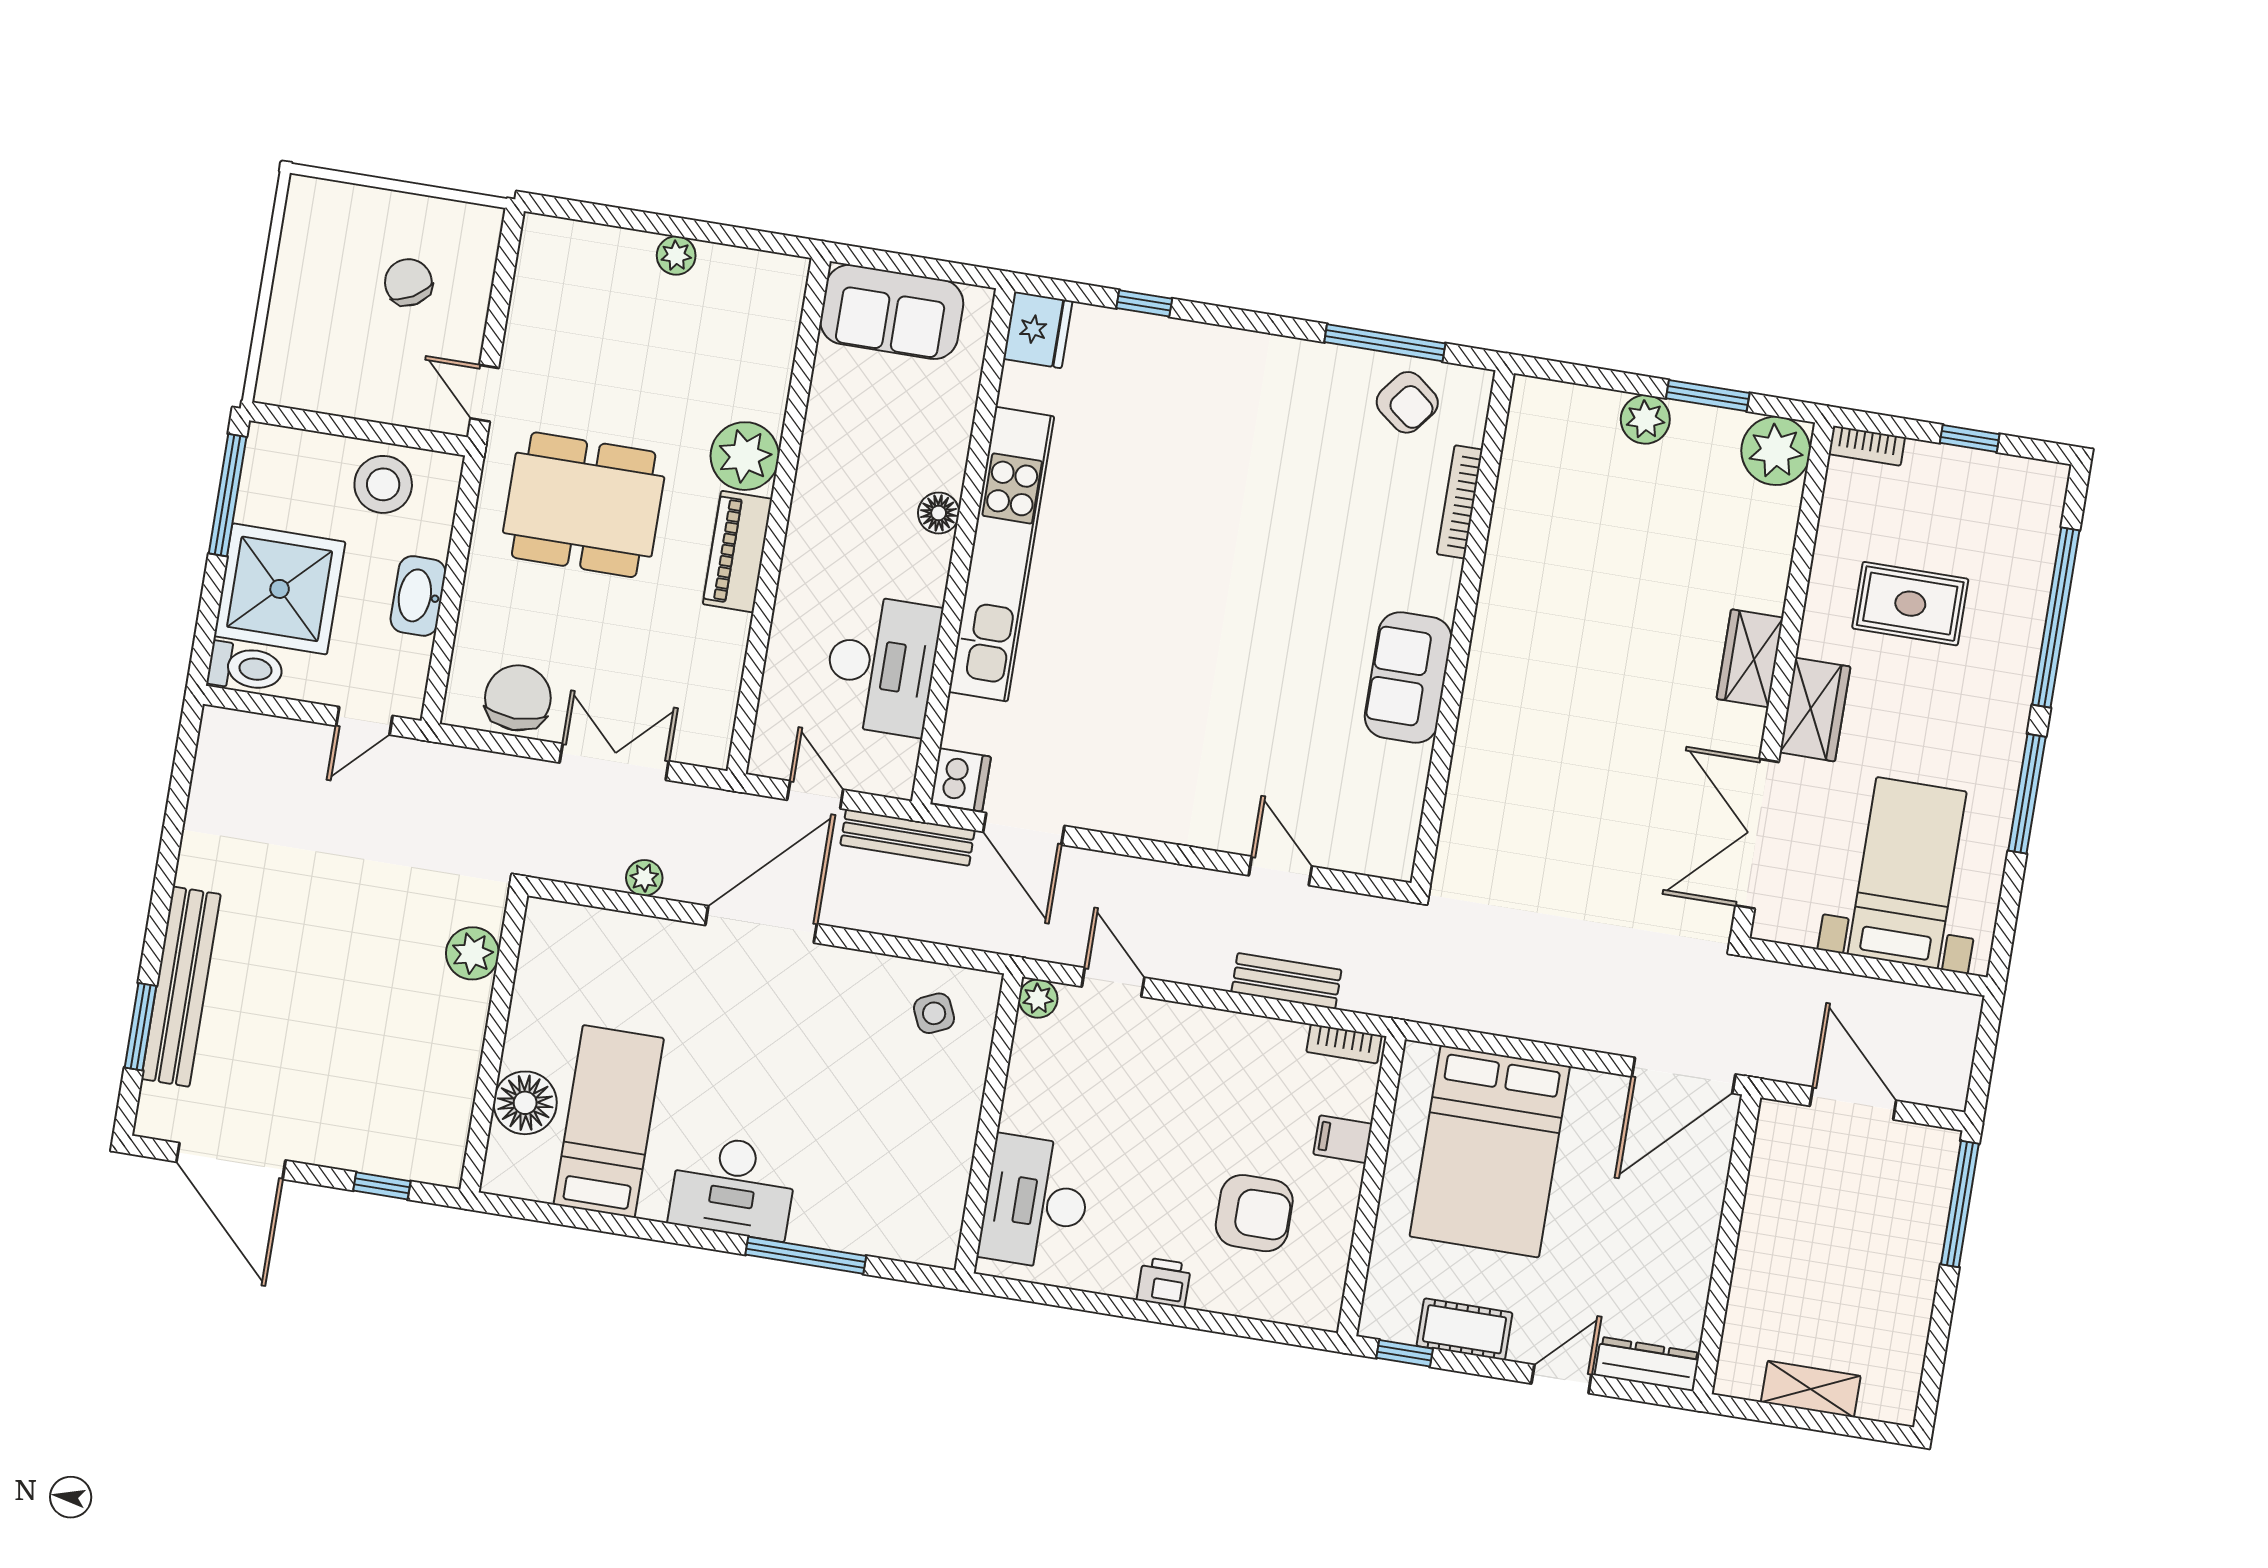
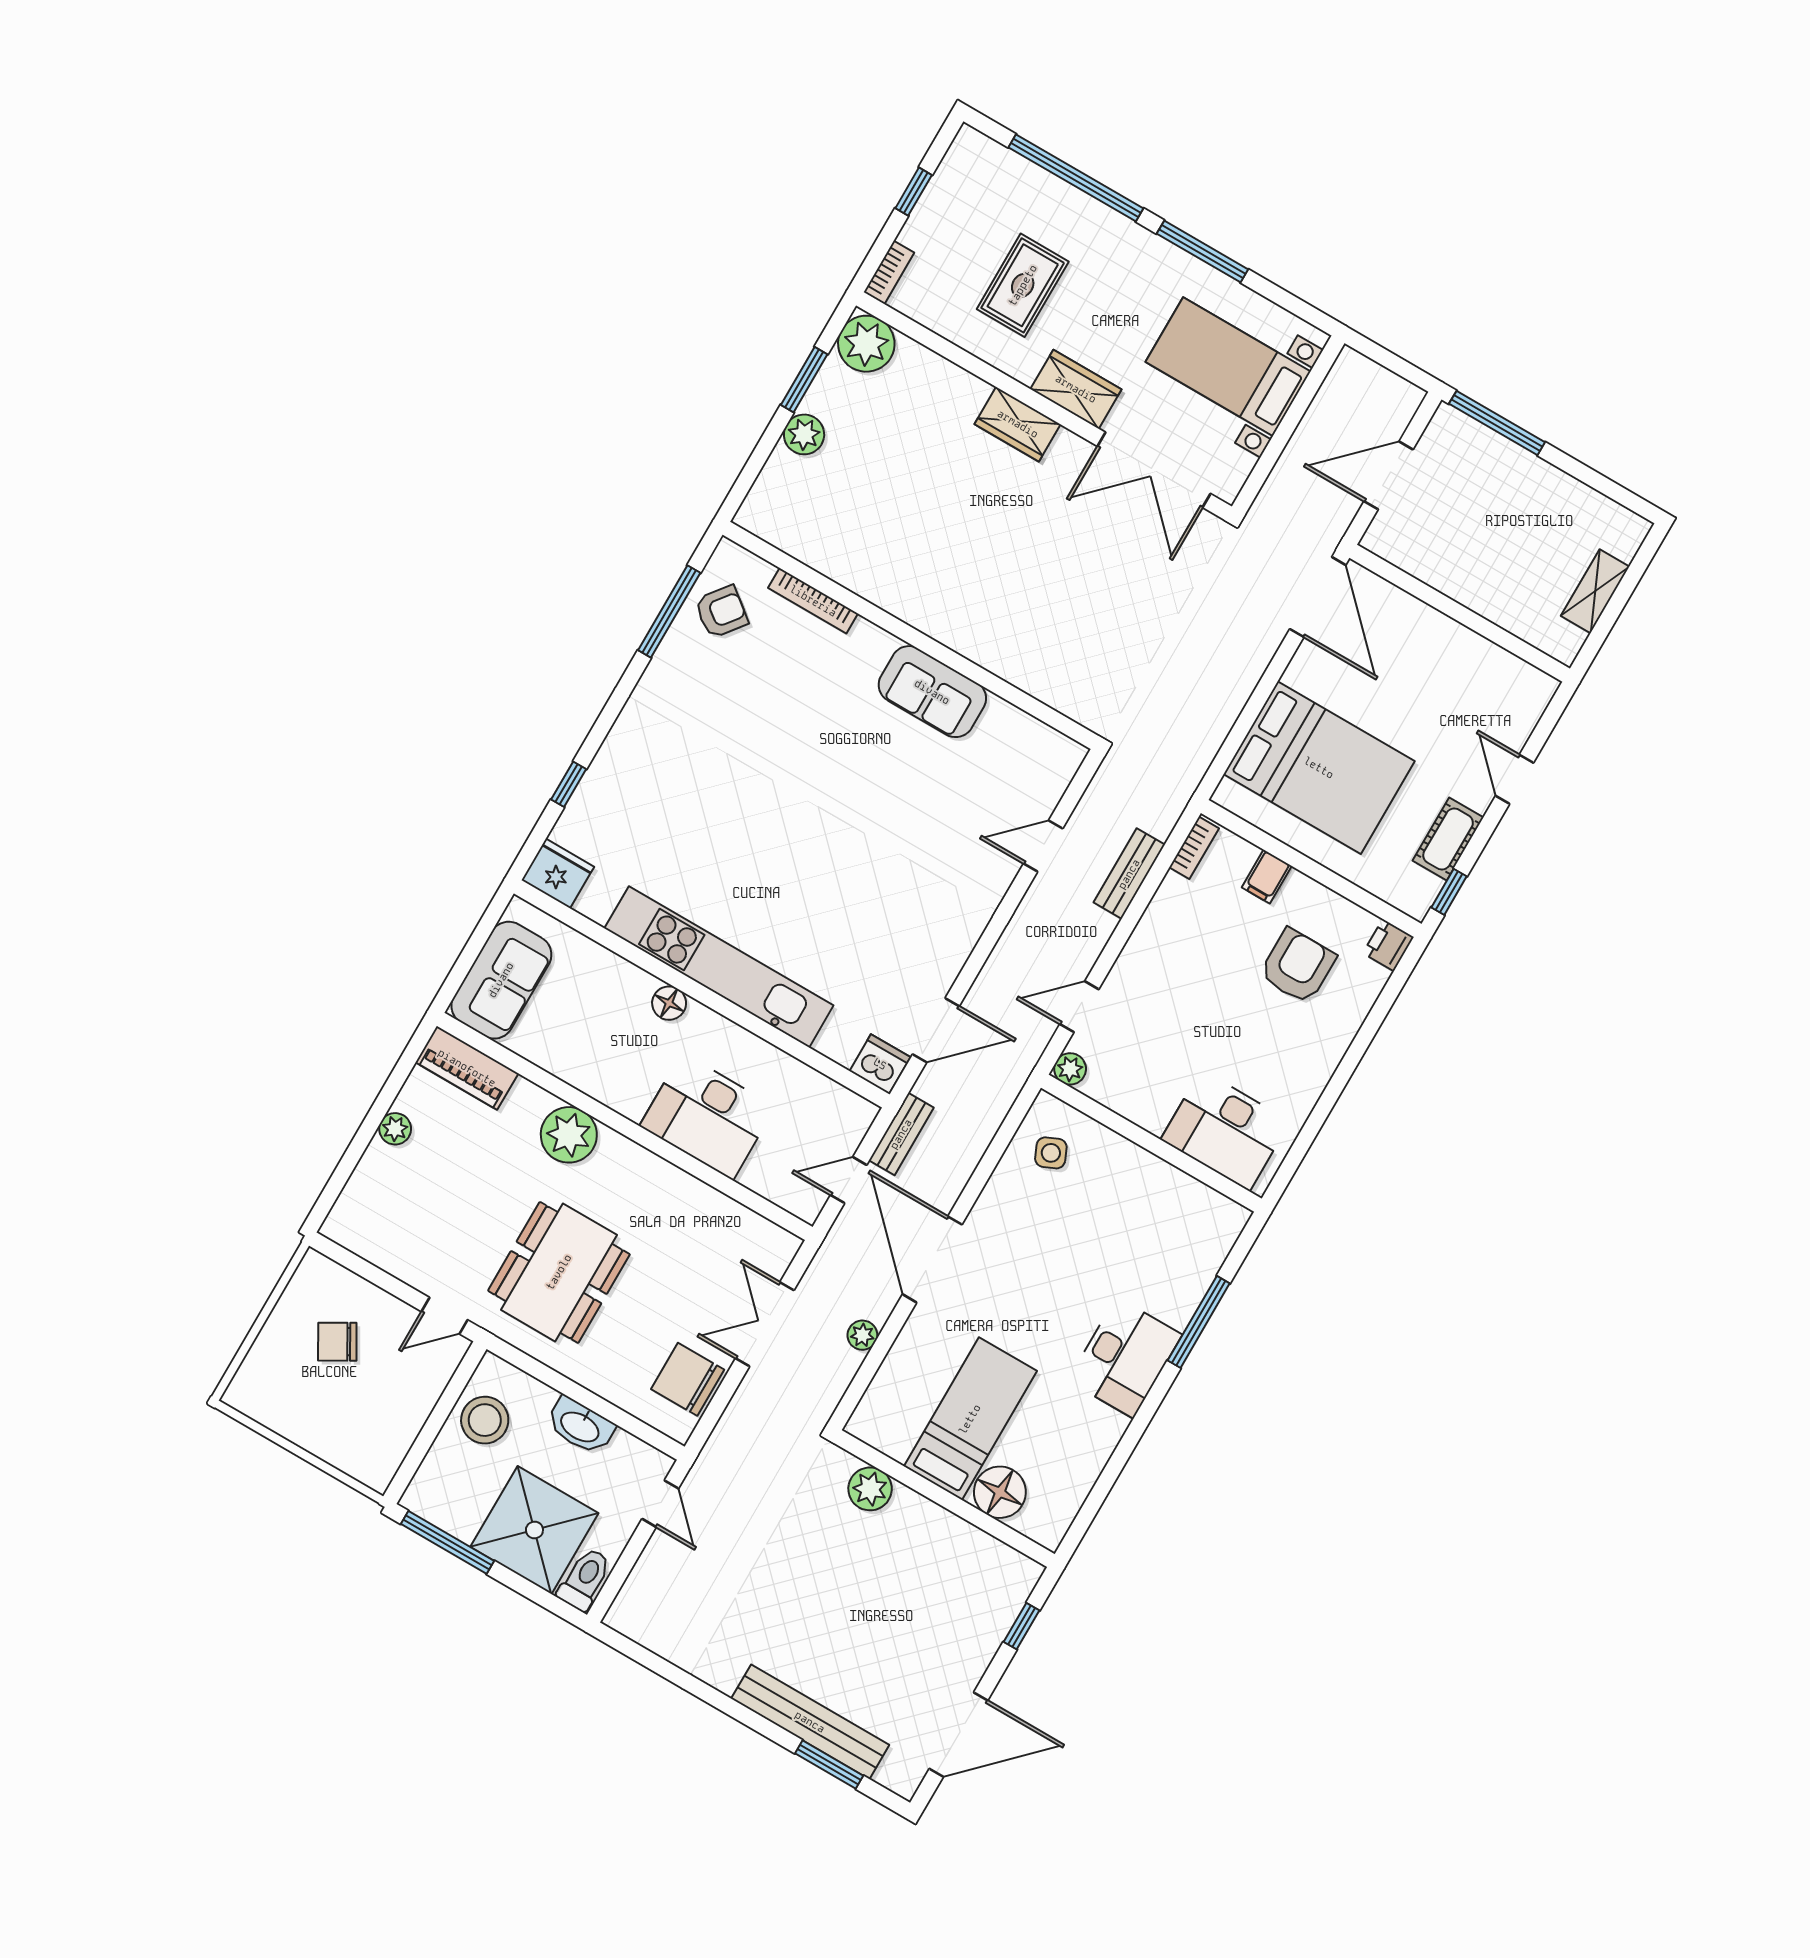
piano: (737, 552) -> (467, 1068), moved
desk: (882, 665) -> (707, 1116), moved, turned 180
bench: (908, 838) -> (901, 1134), width x0.73
bed: (609, 1121) -> (970, 1419), moved, turned 90
printer: (1164, 1282) -> (1388, 945), moved
dresser: (1647, 1364) -> (1528, 709), removed

